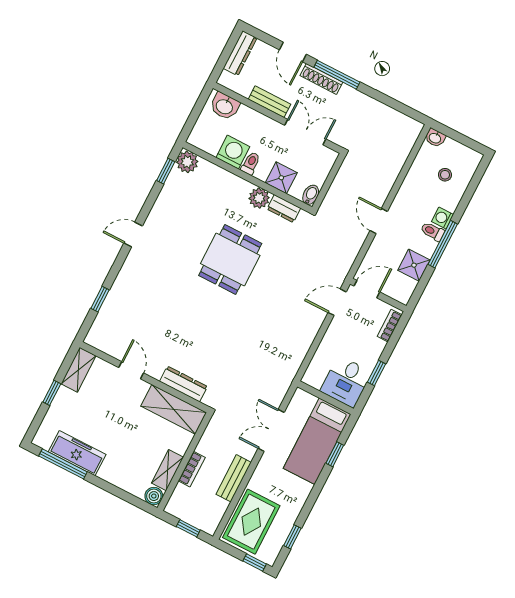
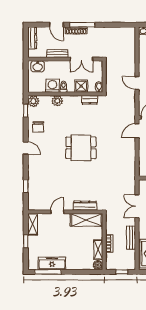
double door: (305, 132) -> (81, 59), swing flipped
plant: (259, 198) -> (57, 101), moved
chair: (173, 209) -> (38, 127), added
door: (133, 235) -> (26, 148), swing flipped
dining table: (230, 259) -> (81, 148), moved, turned 90
door: (131, 370) -> (57, 212), hinge flipped

